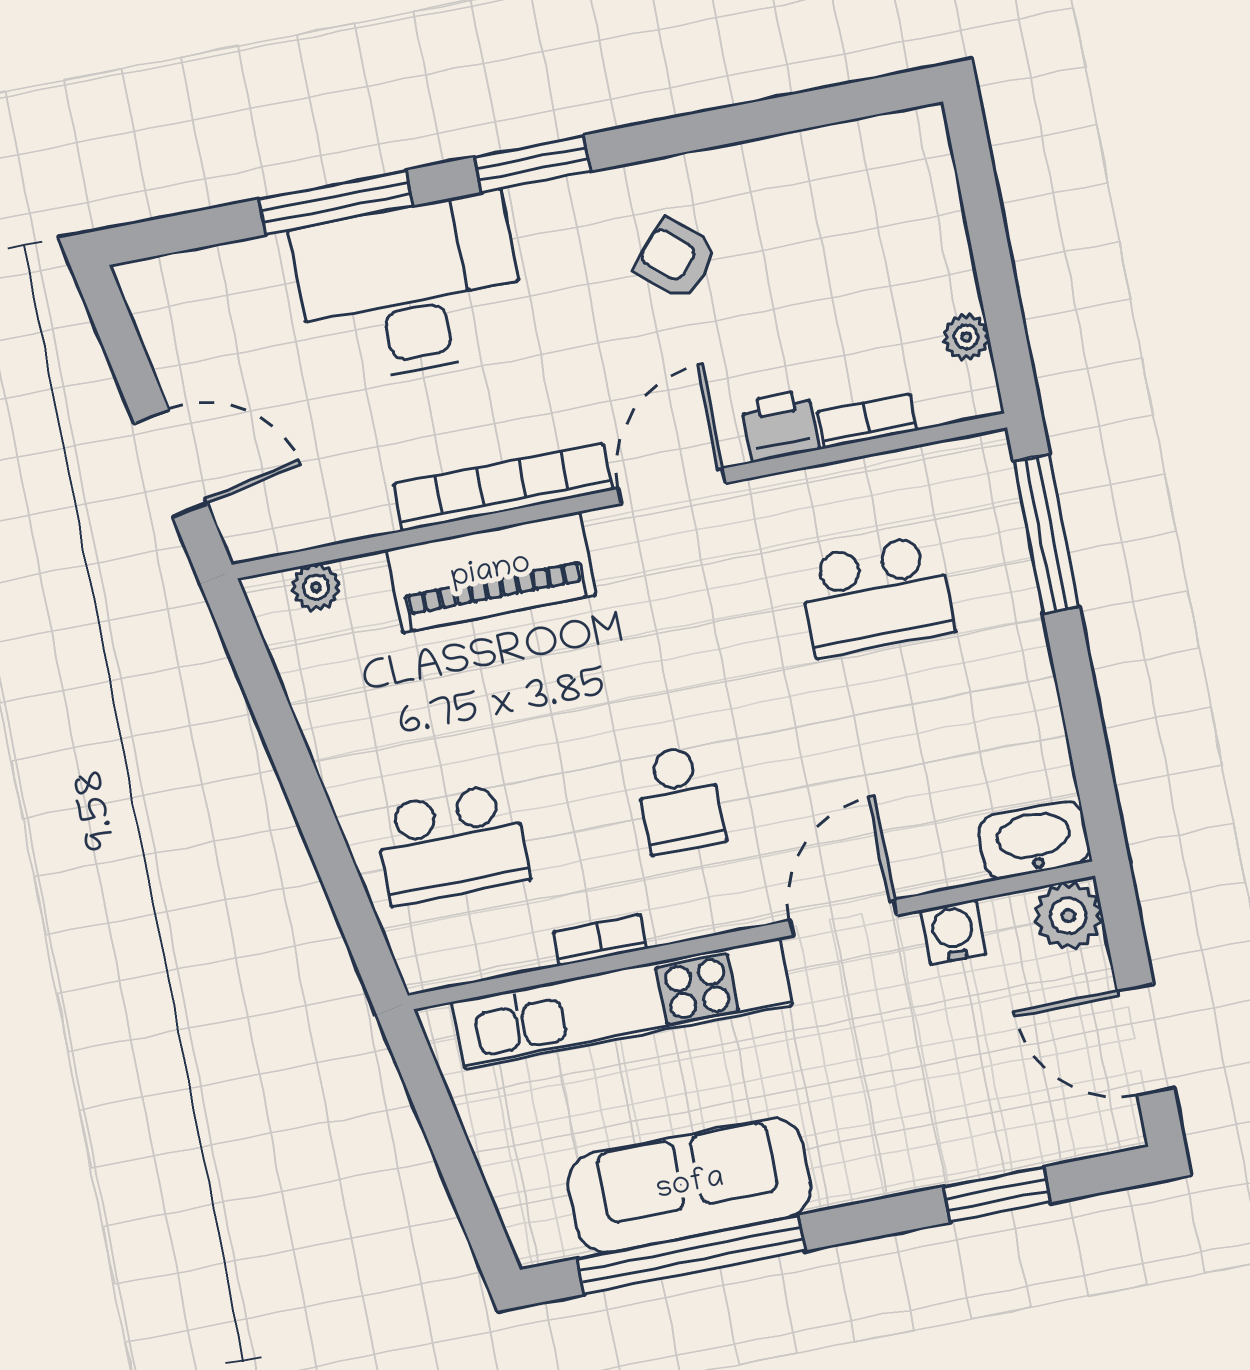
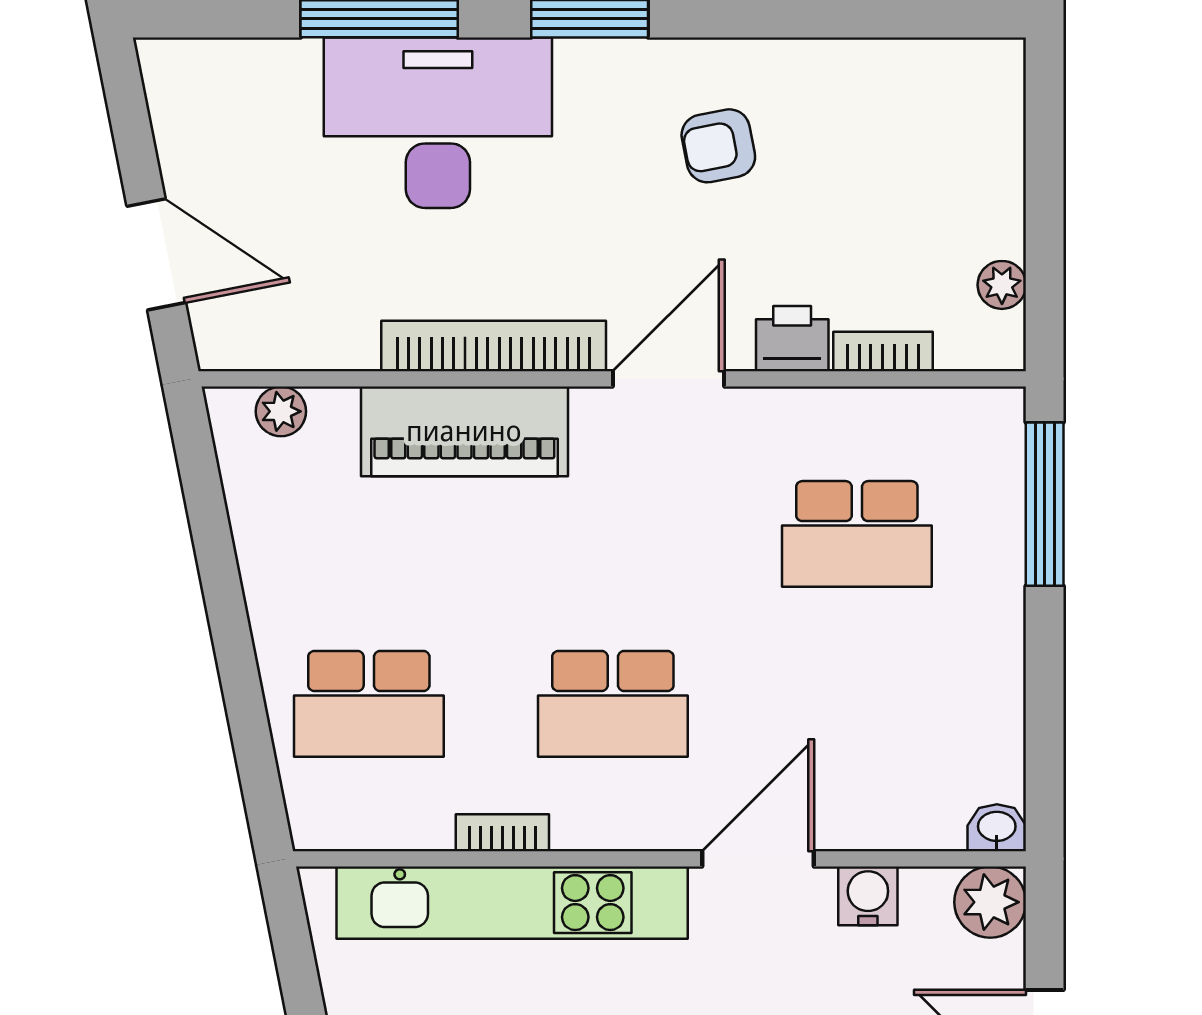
armchair: (676, 259) -> (718, 146), turned -52
school desk: (680, 799) -> (613, 704), width x1.85
washbasin: (1034, 840) -> (997, 828), width x0.52, depth x0.69

